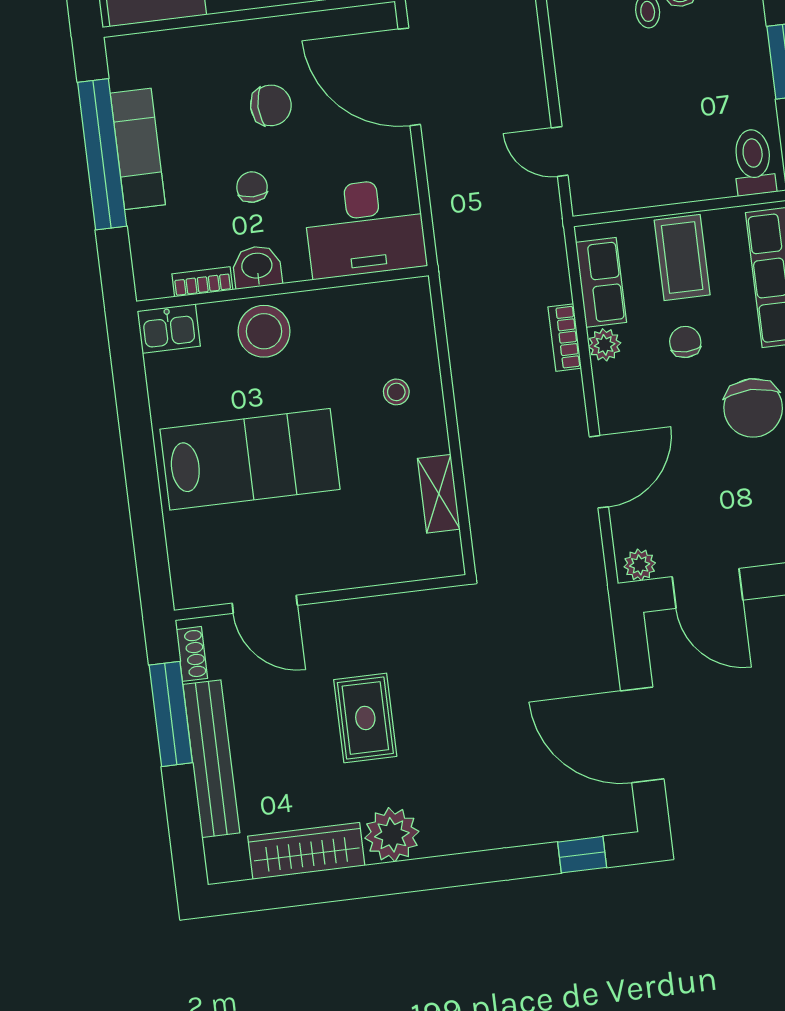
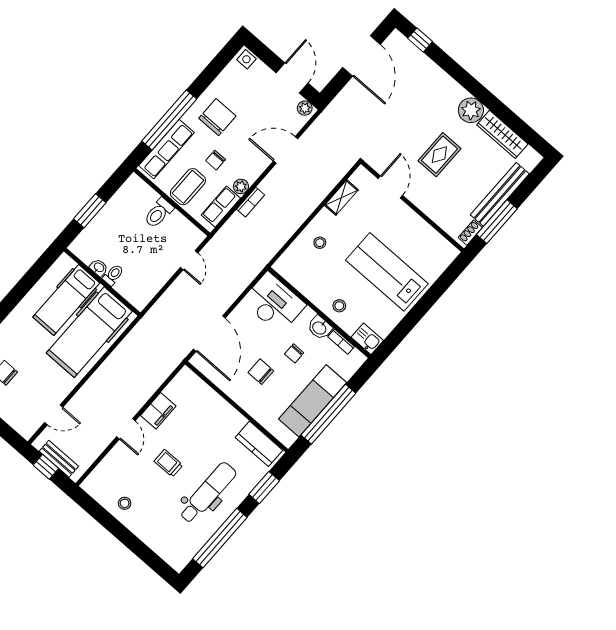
exam couch: (138, 149) -> (313, 401), width x1.36, depth x1.45
toilet: (754, 162) -> (159, 213), moved
stool: (264, 331) -> (339, 306), width x0.53, depth x0.53
door: (265, 604) -> (390, 187), moved

